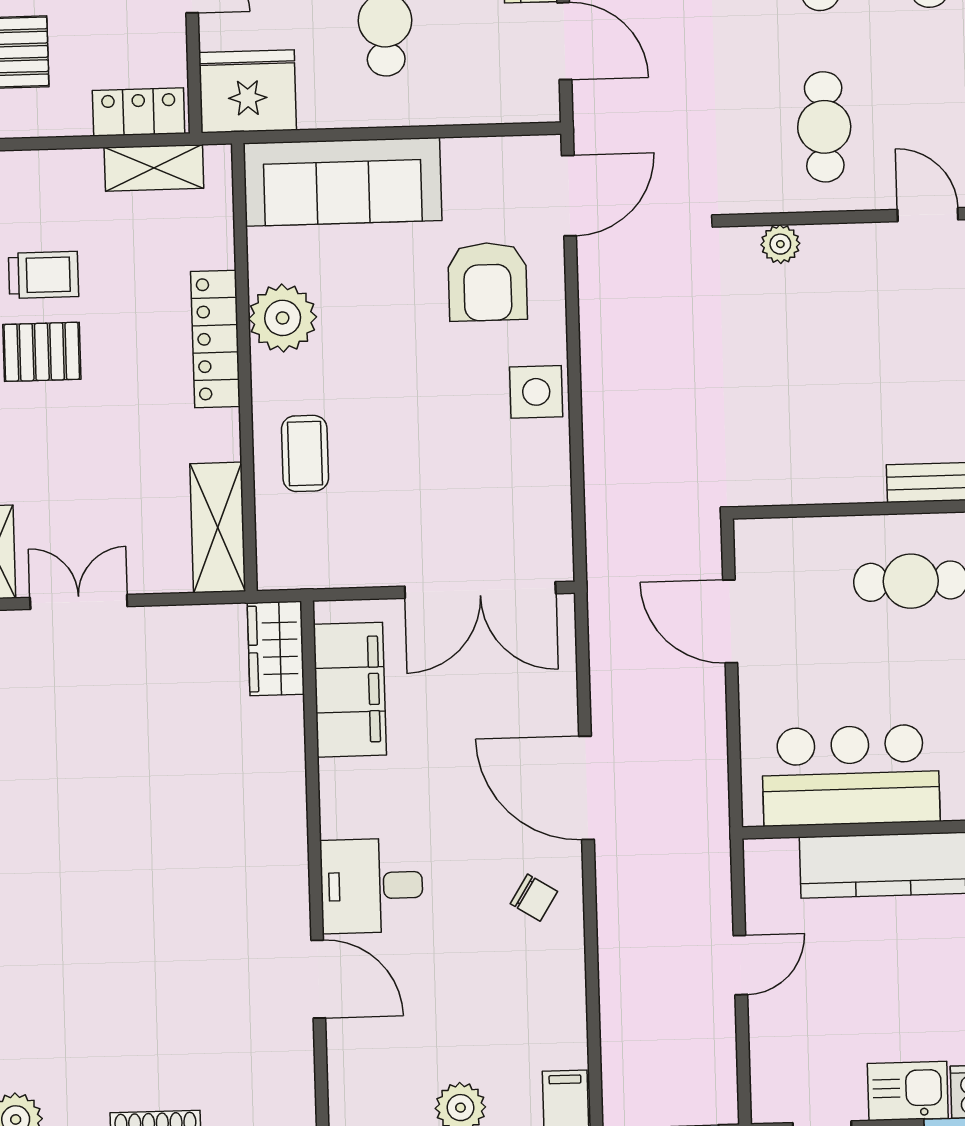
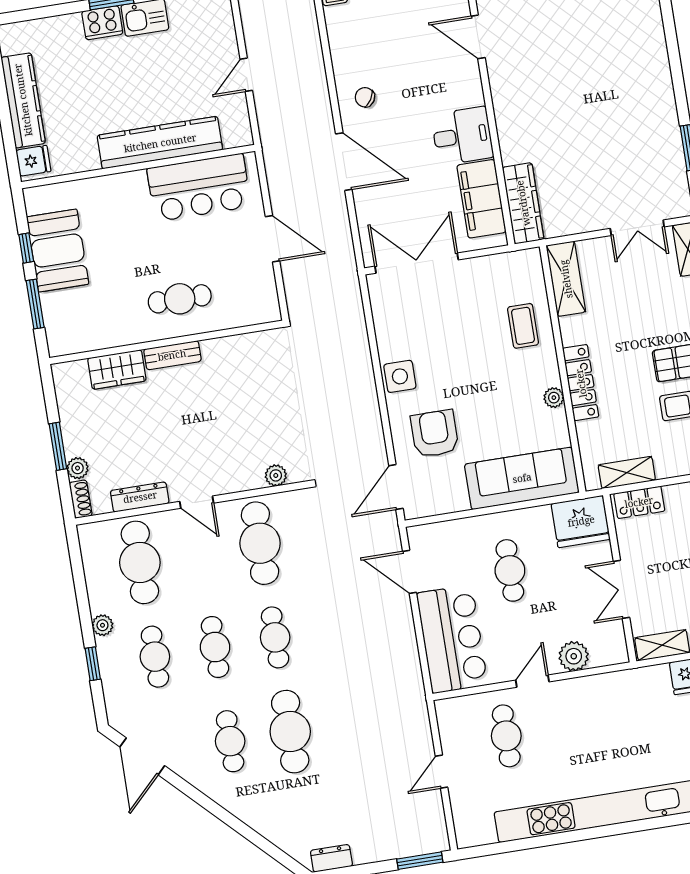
cafe table: (824, 127) -> (260, 543), width x1.37, depth x1.35
plant: (283, 318) -> (554, 398), width x0.53, depth x0.53
door: (730, 621) -> (272, 239), moved
wardrobe: (276, 648) -> (523, 203), width x1.50
desk: (372, 886) -> (462, 136), moved

